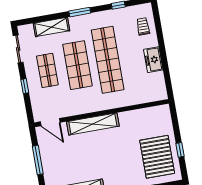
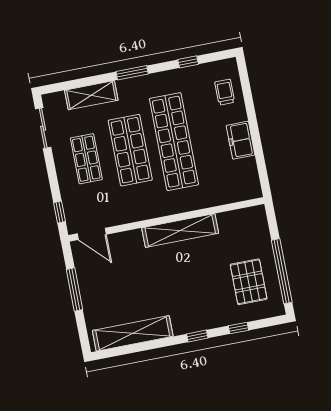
window: (25, 86) -> (59, 212), moved
shelving: (93, 124) -> (180, 230), moved
window: (180, 150) -> (282, 271), width x3.17
pallet: (157, 157) -> (249, 282), width x0.73, depth x0.71

